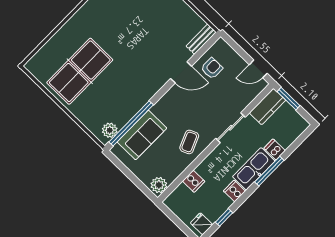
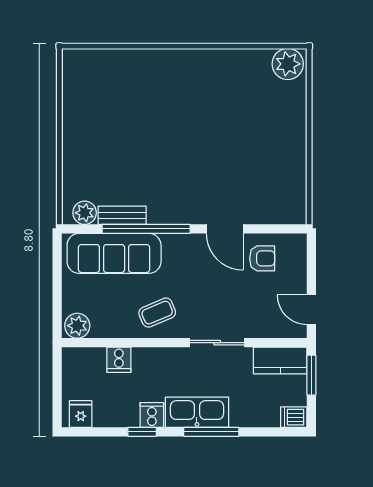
bench: (201, 39) -> (122, 215), moved
table tennis table: (80, 71) -> (117, 117), removed
window: (131, 123) -> (146, 229), moved
sofa: (142, 135) -> (114, 253), width x1.36
dishwasher: (274, 149) -> (294, 417), moved, turned -90
window: (224, 217) -> (142, 432), moved

